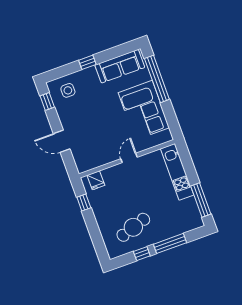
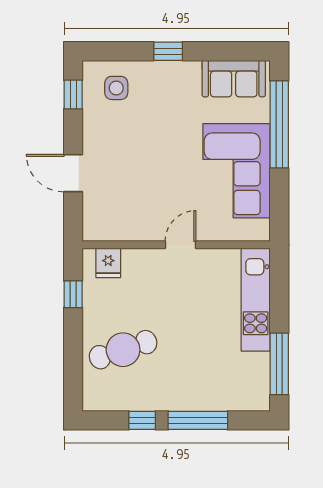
sofa: (120, 66) -> (234, 79), width x0.73
cafe table: (133, 227) -> (123, 350), moved

